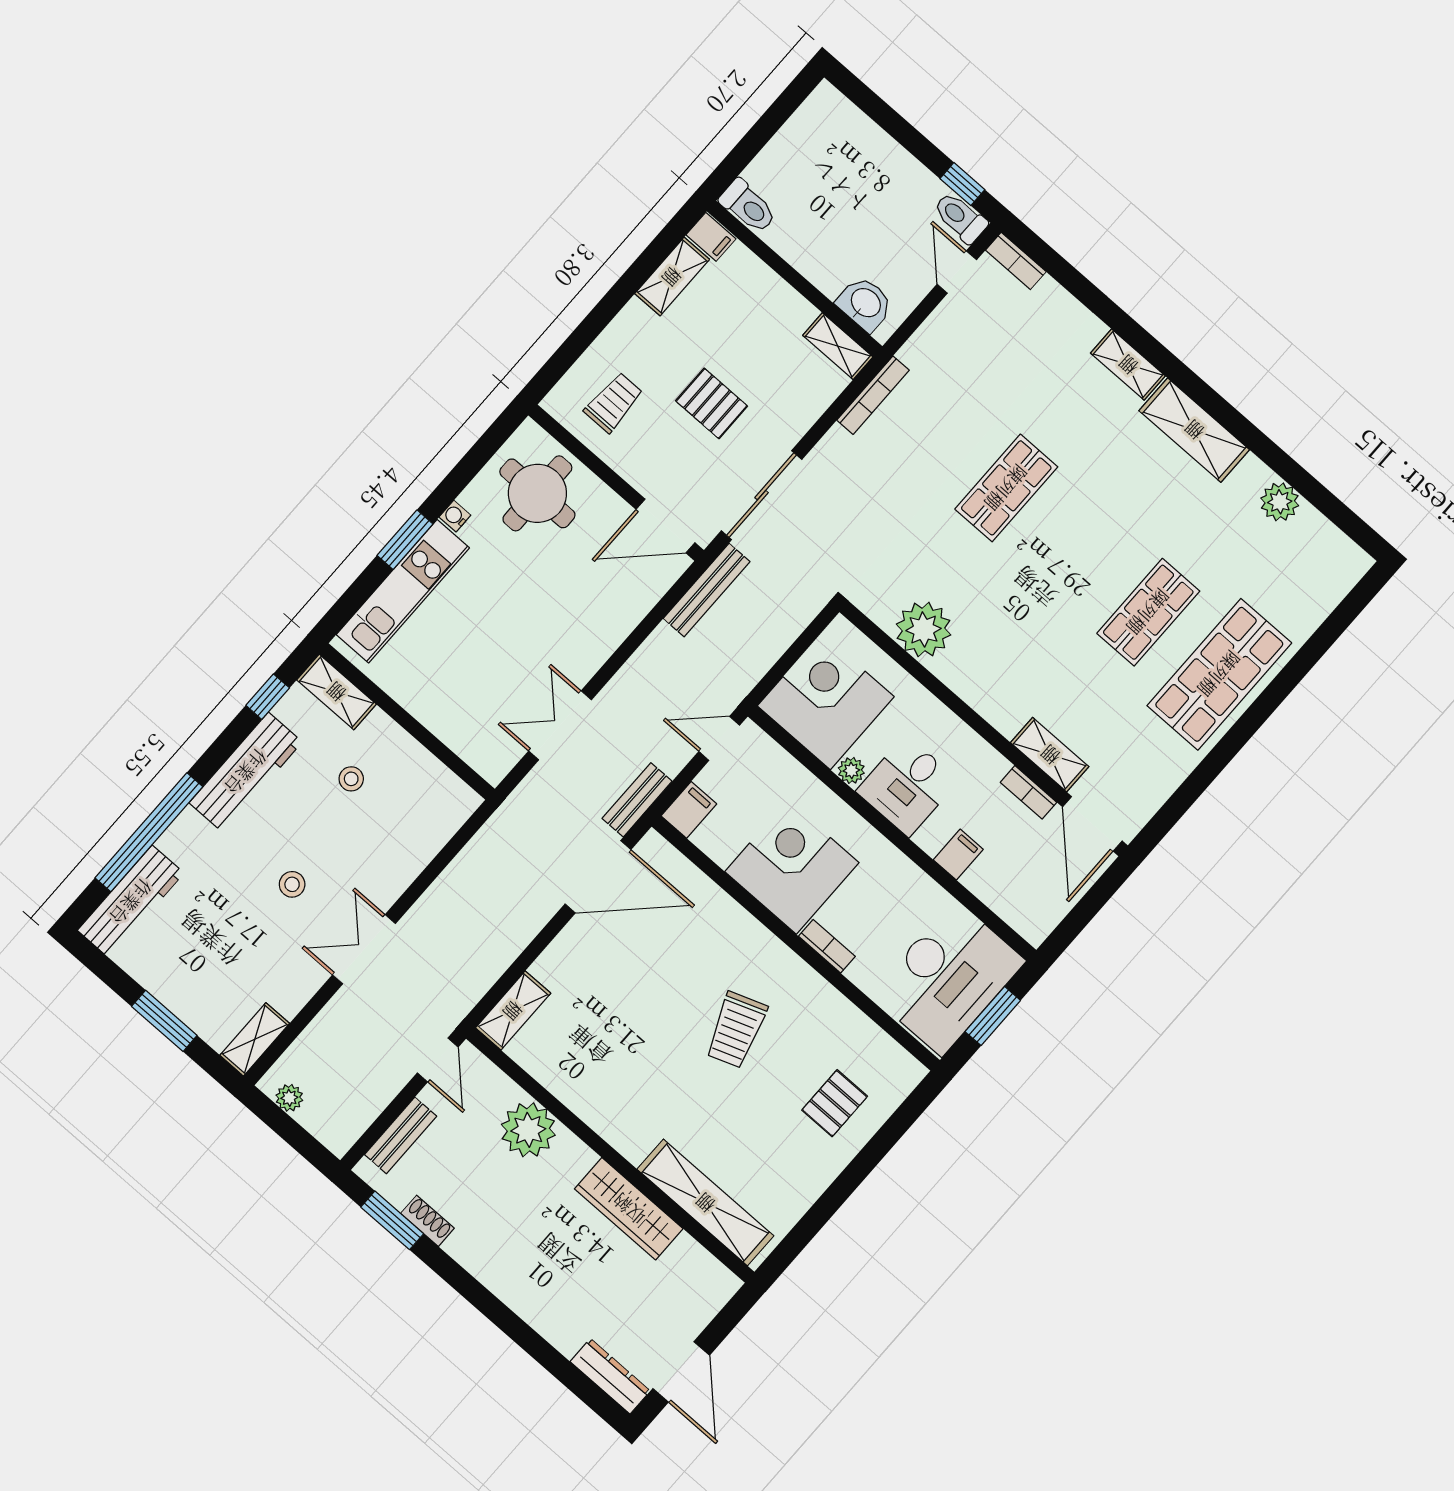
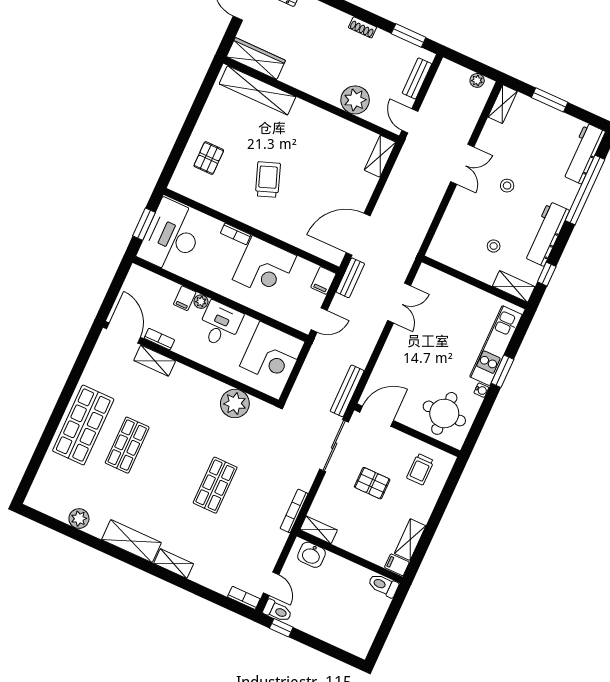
plant: (851, 770) -> (201, 302), moved
wardrobe: (629, 1209) -> (256, 59), moved
shoe rack: (427, 1221) -> (363, 27), moved

